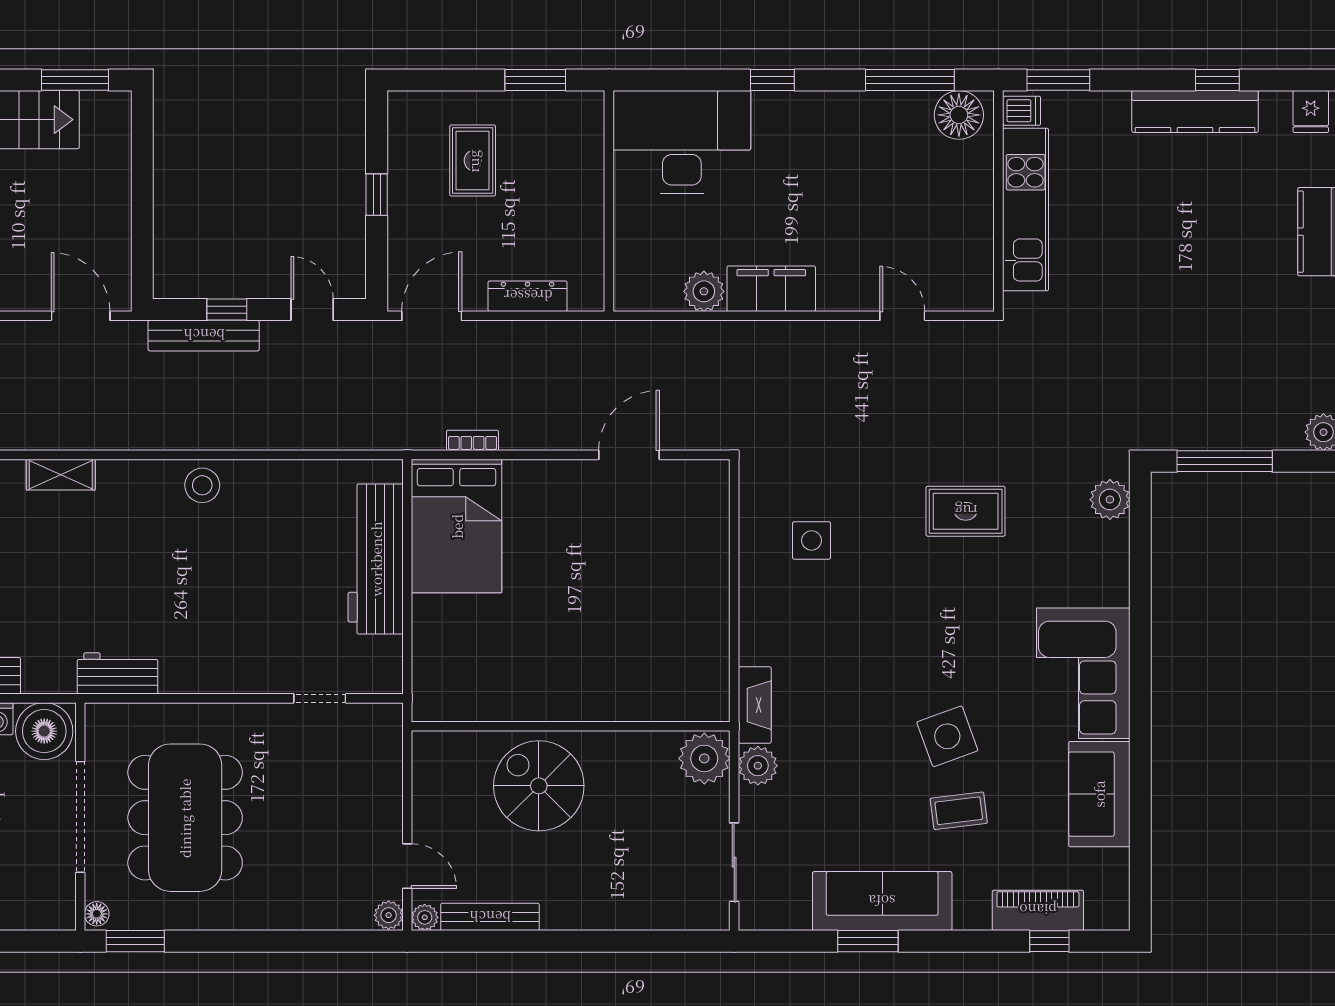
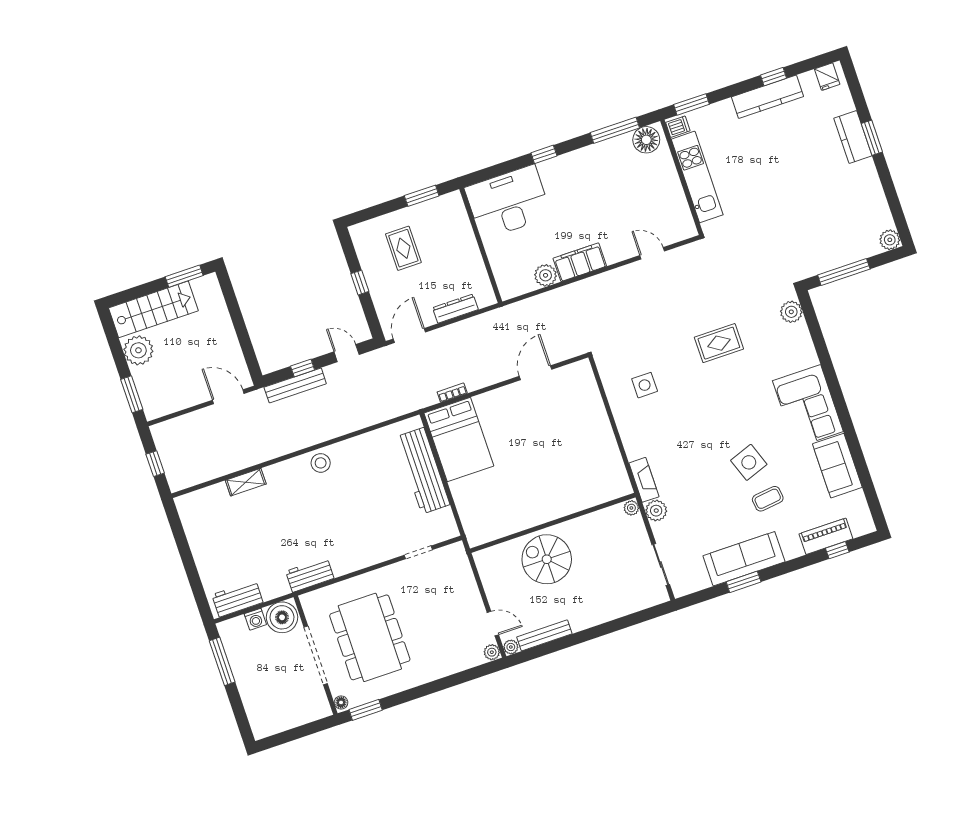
plant: (704, 758) -> (631, 508), width x0.53, depth x0.53

